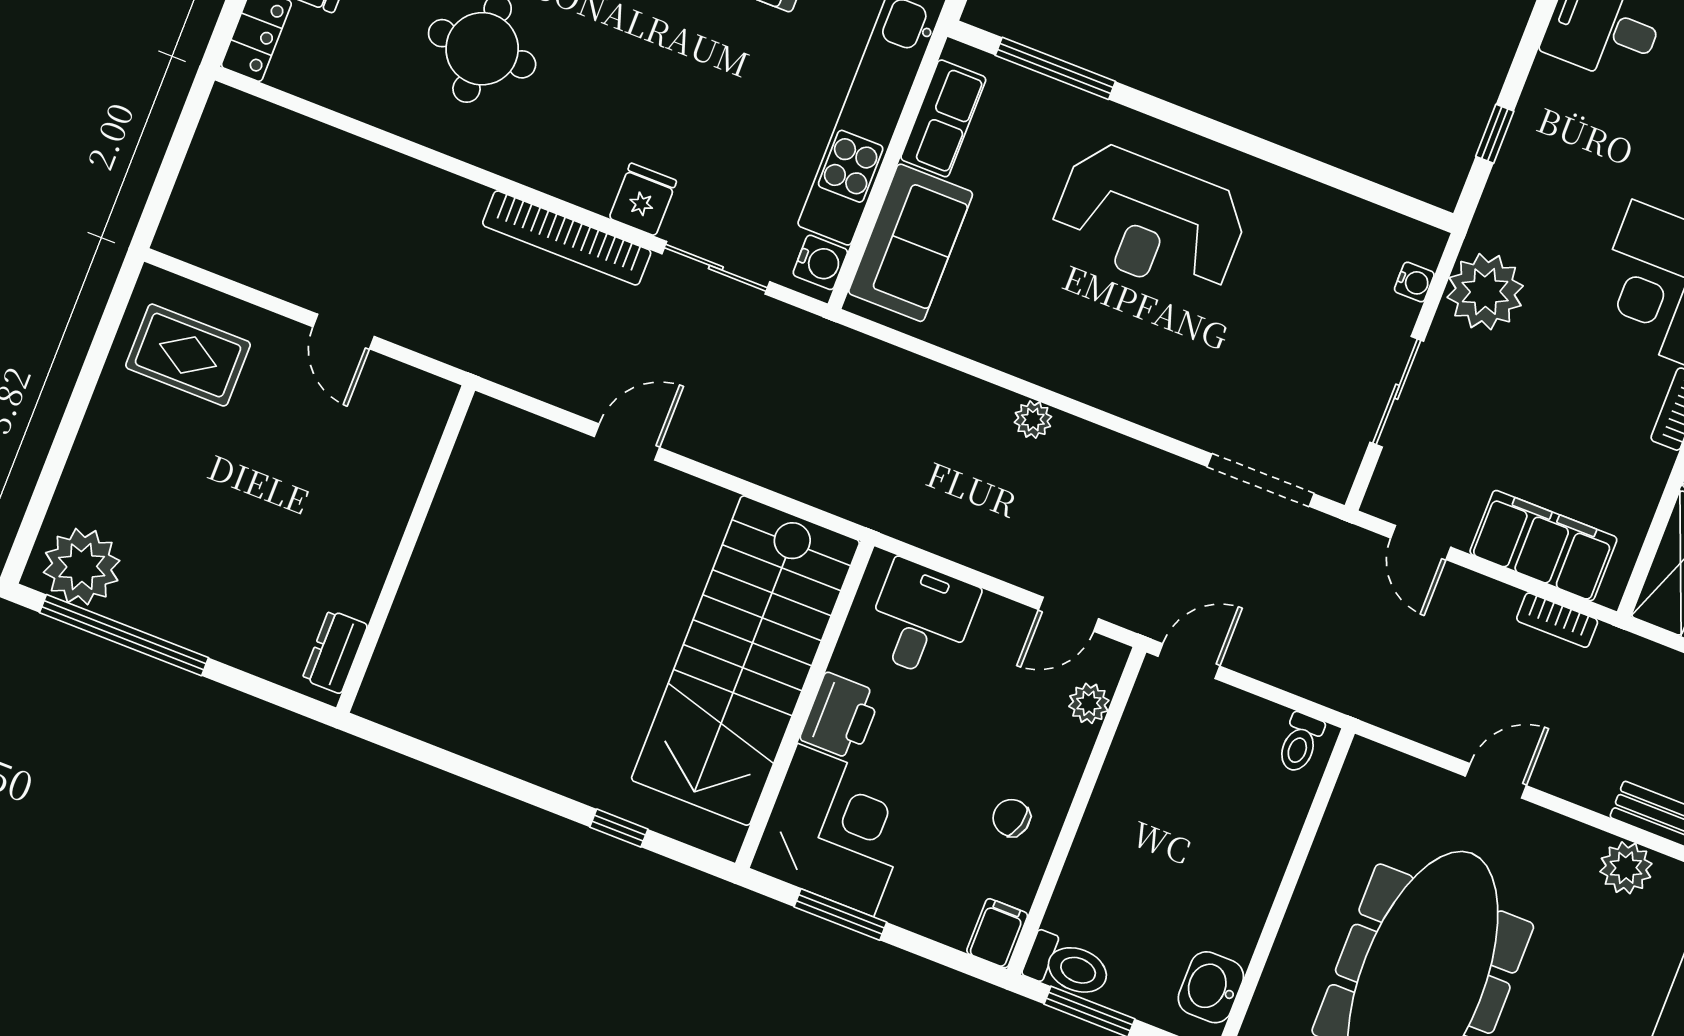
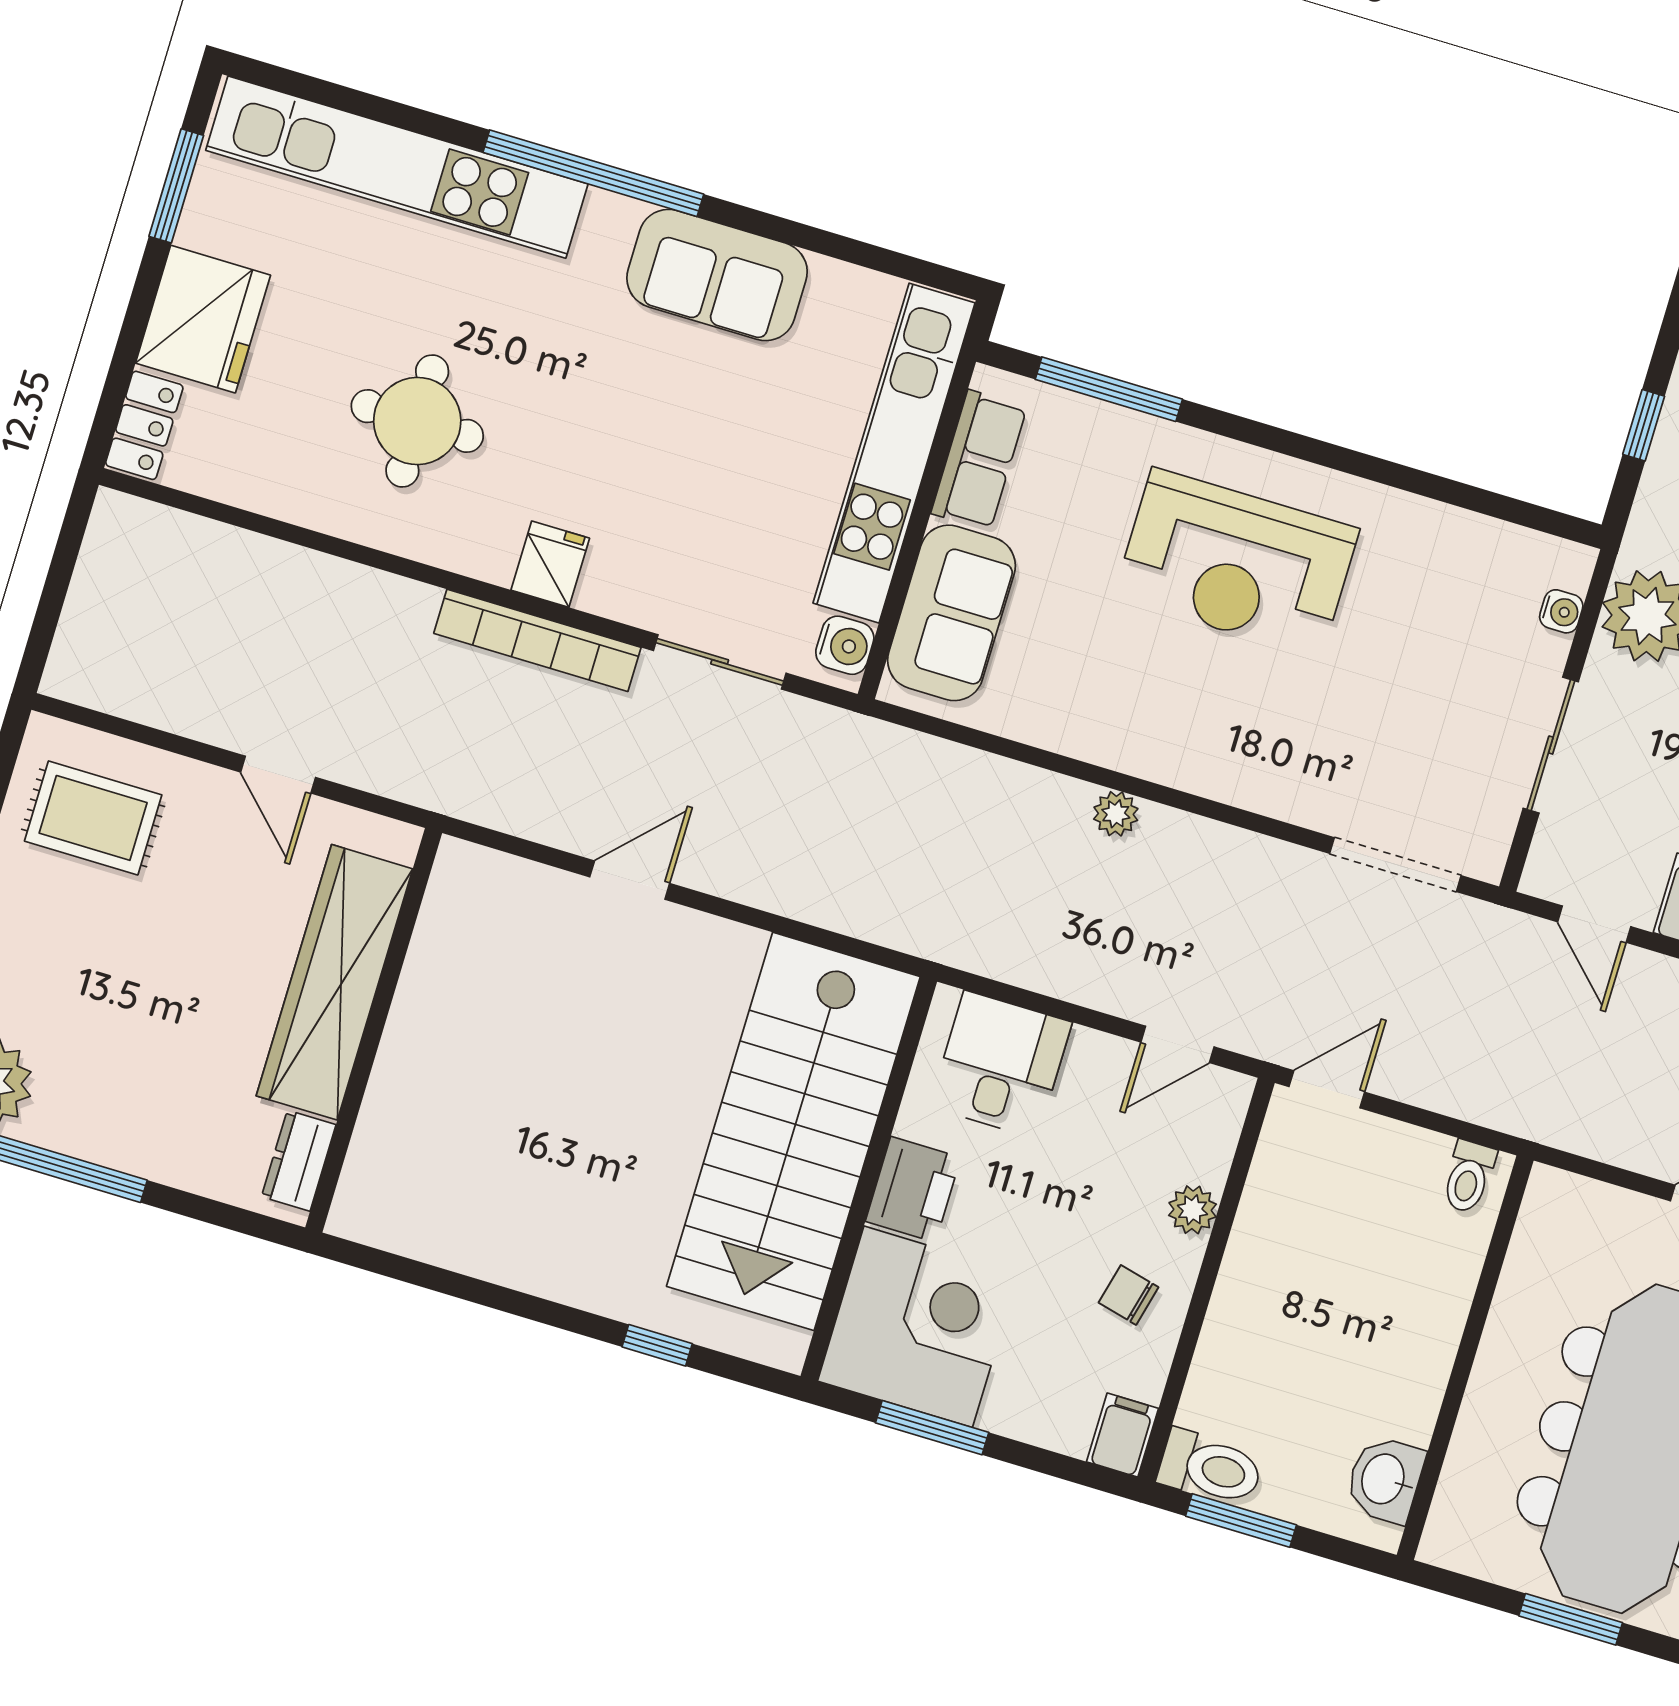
fridge: (643, 199) -> (550, 564), moved
wardrobe: (376, 507) -> (335, 982), added
plant: (1089, 703) -> (1193, 1210), moved

